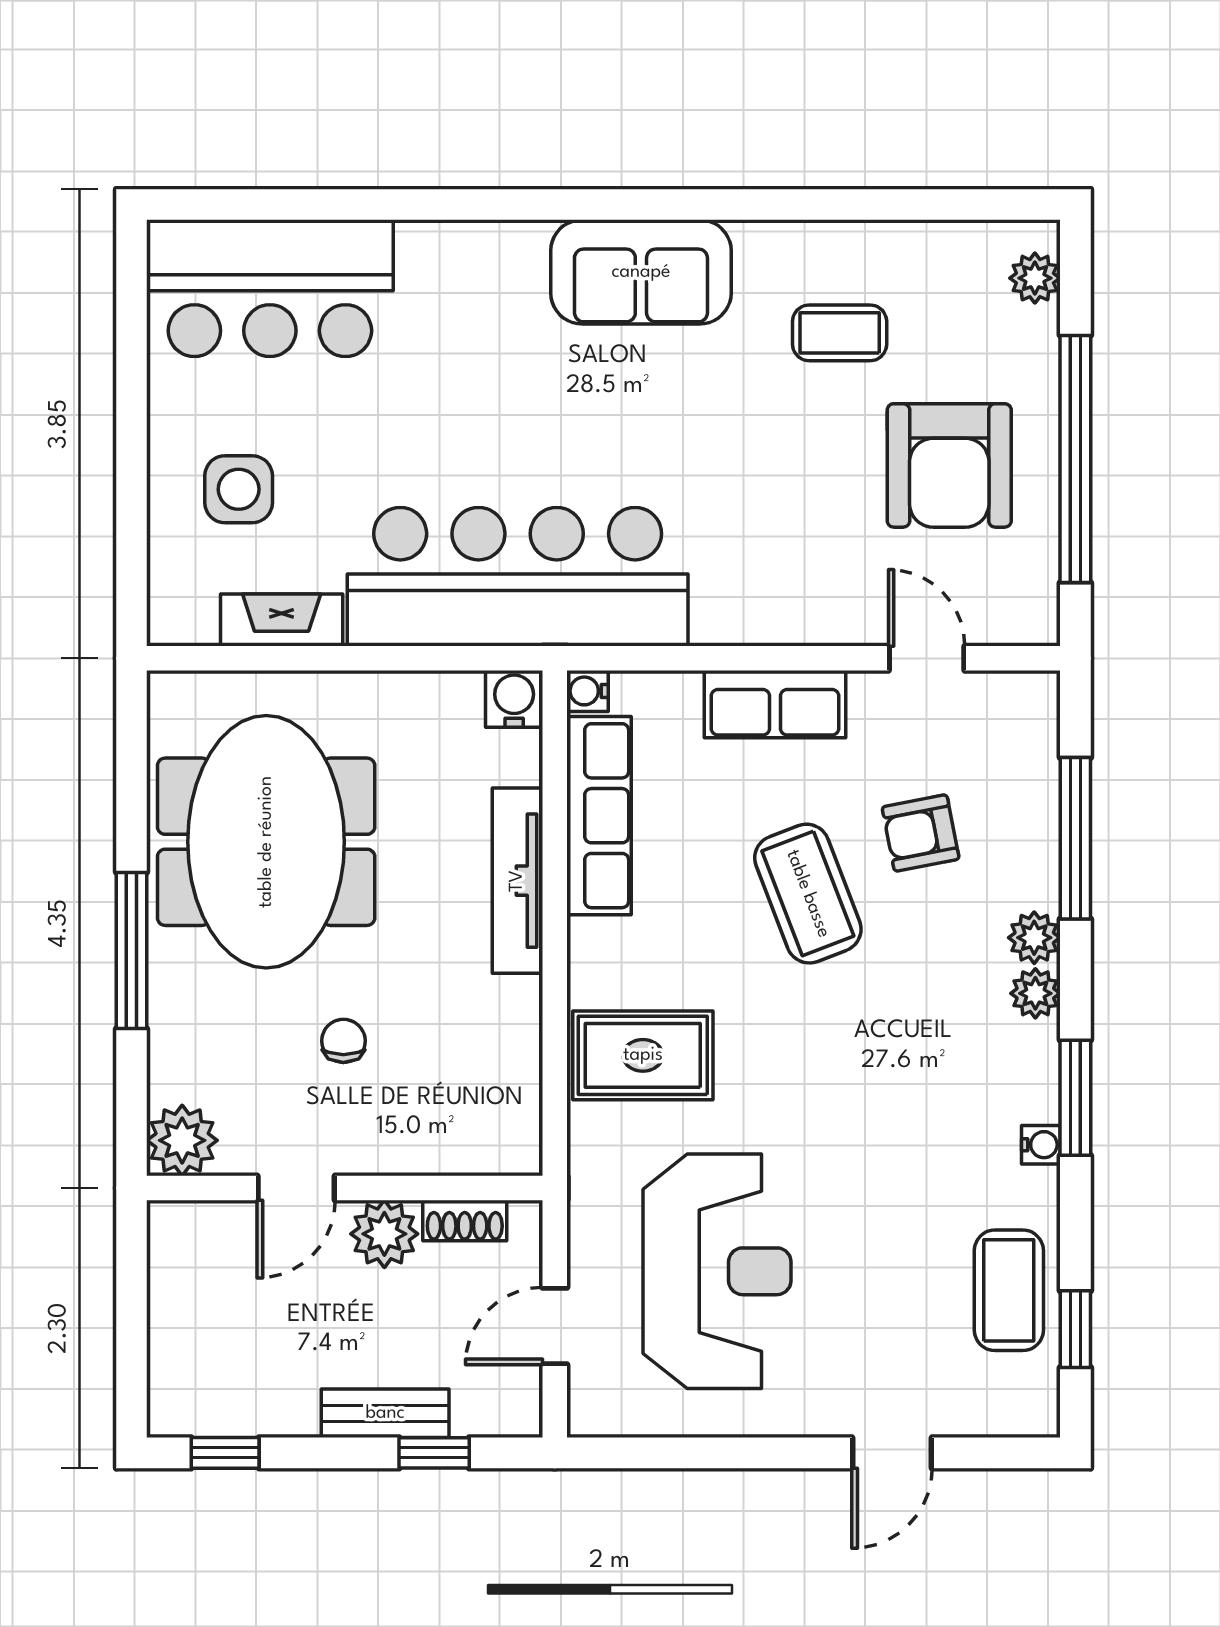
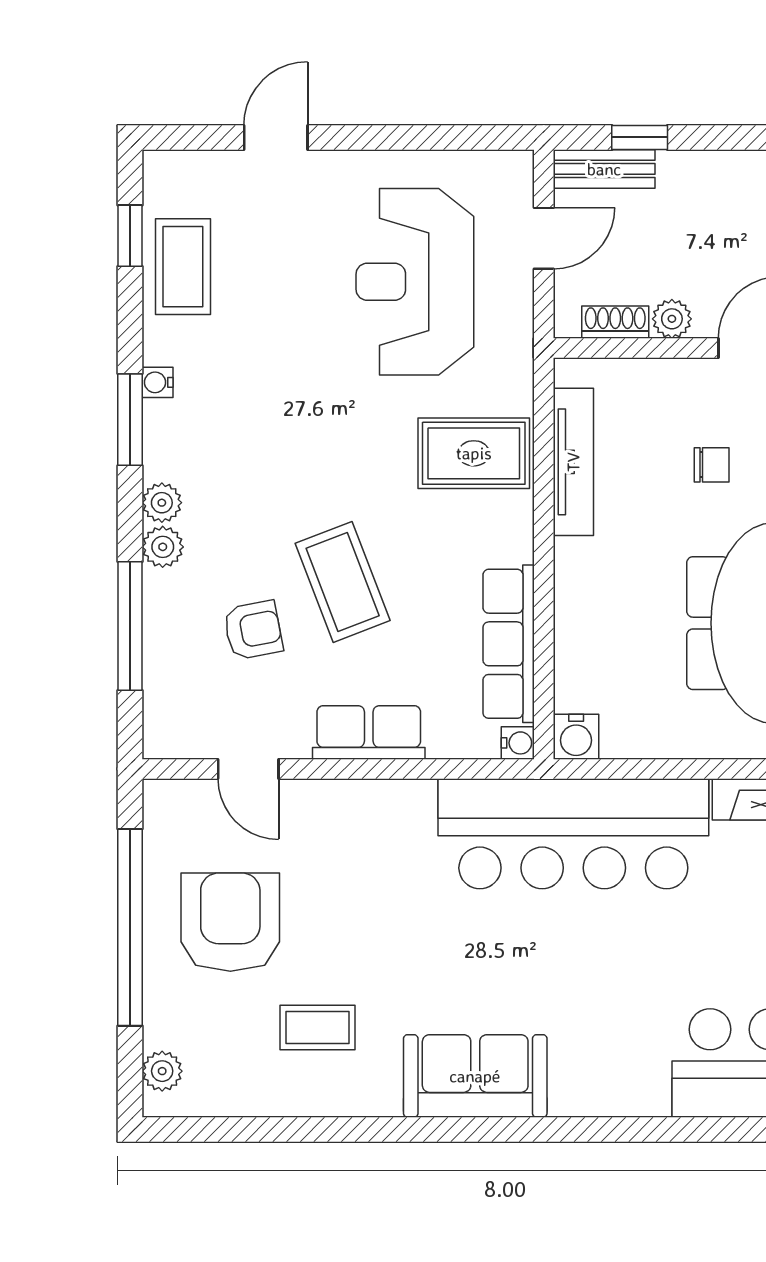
tv unit: (517, 881) -> (573, 462), moved
chair: (343, 1041) -> (712, 465), turned -90
plant: (384, 1234) -> (672, 319), width x0.73, depth x0.73
bench: (385, 1413) -> (604, 169), moved

